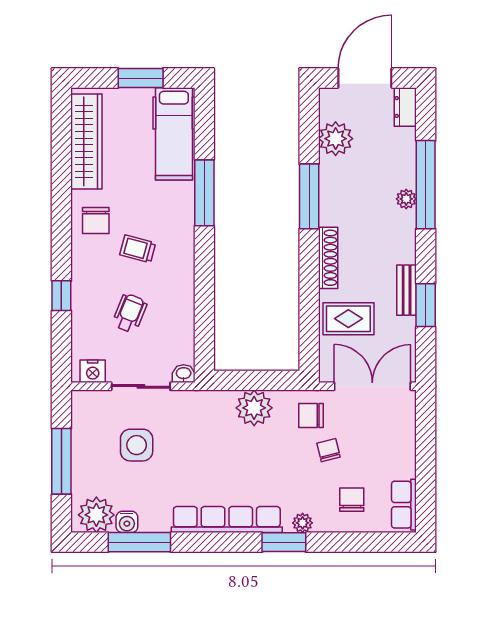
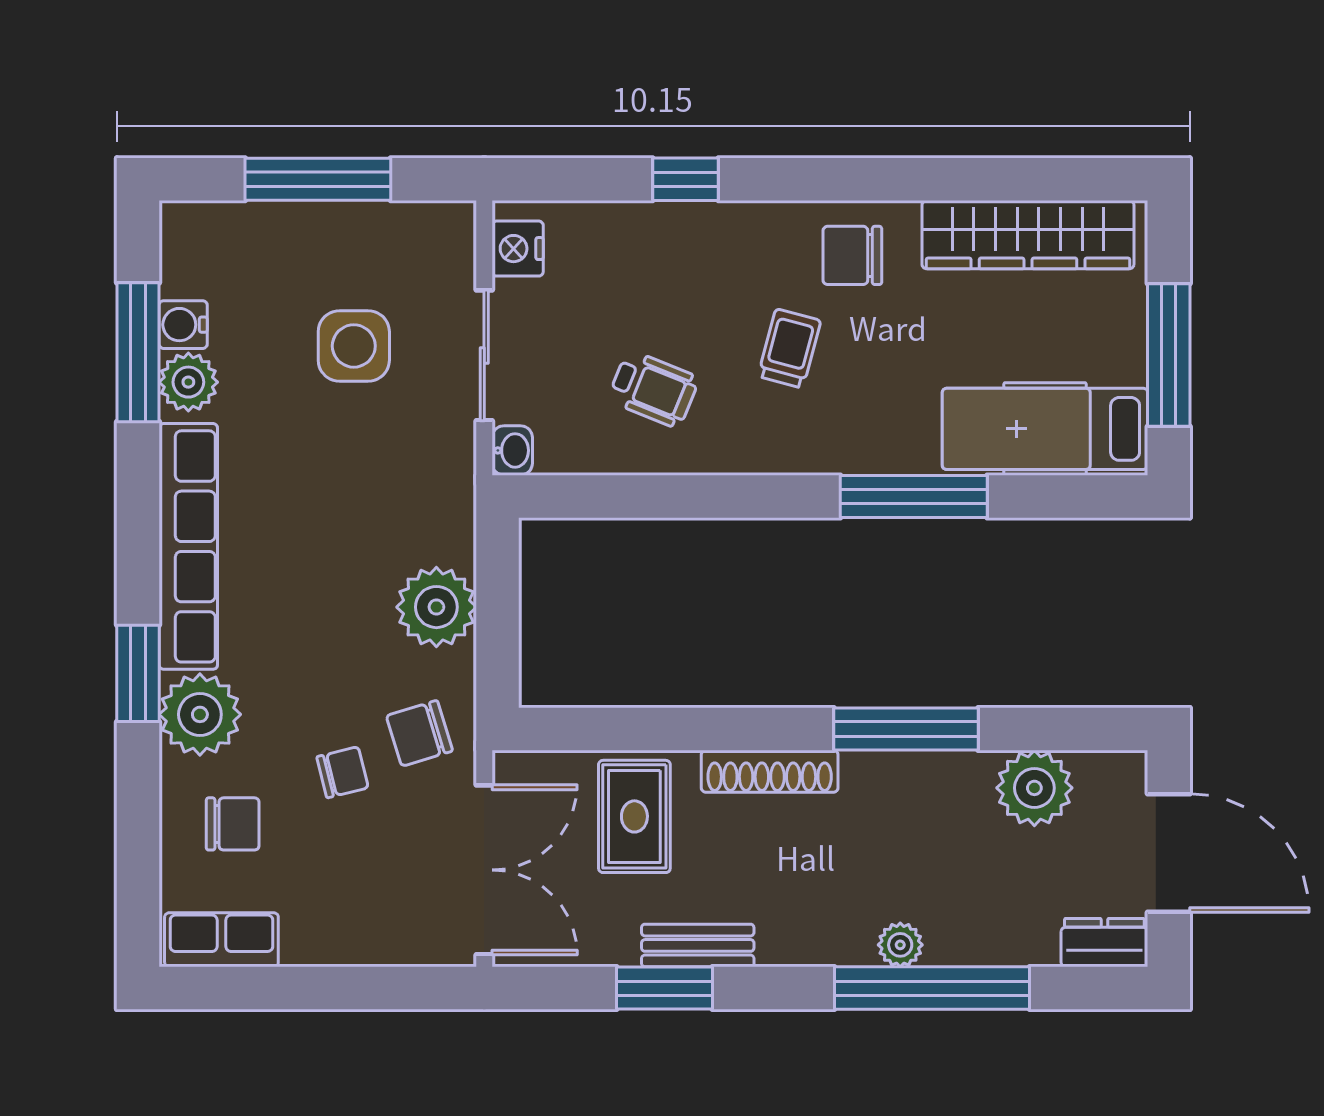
window: (141, 78) -> (1169, 355), width x1.44
wheelchair: (130, 313) -> (653, 389), moved
chair: (311, 415) -> (419, 733), turned -107
plant: (96, 515) -> (188, 382), moved, width x0.73, depth x0.73
plant: (303, 523) -> (200, 714), width x1.88, depth x1.88

